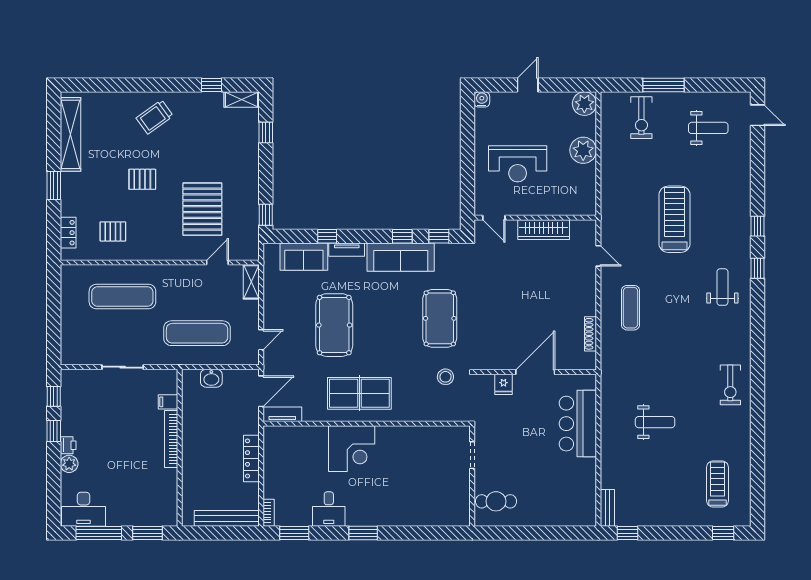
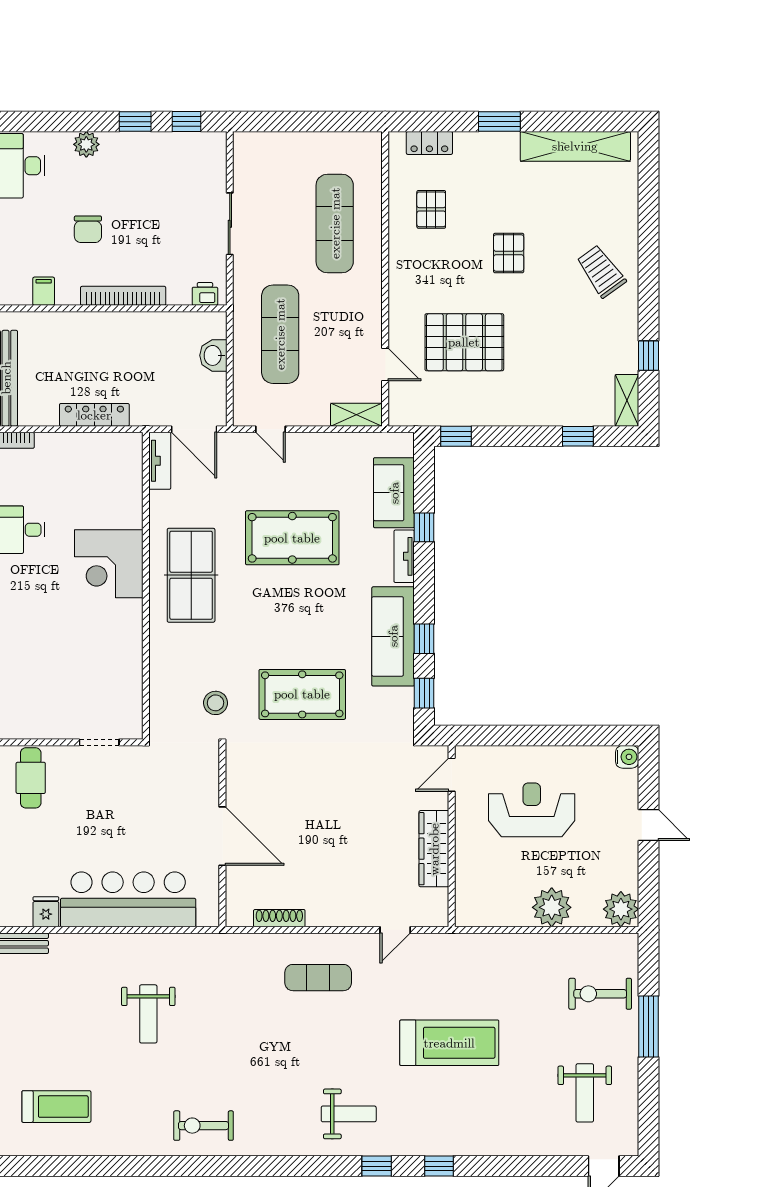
reception desk: (518, 164) -> (532, 810), turned 90
fridge: (504, 384) -> (46, 912), moved, turned 90
filing cabinet: (168, 402) -> (44, 291), moved
bar counter: (578, 424) -> (128, 899), width x1.36
printer: (68, 445) -> (205, 294), moved, turned 180
chair: (126, 463) -> (88, 229), added

